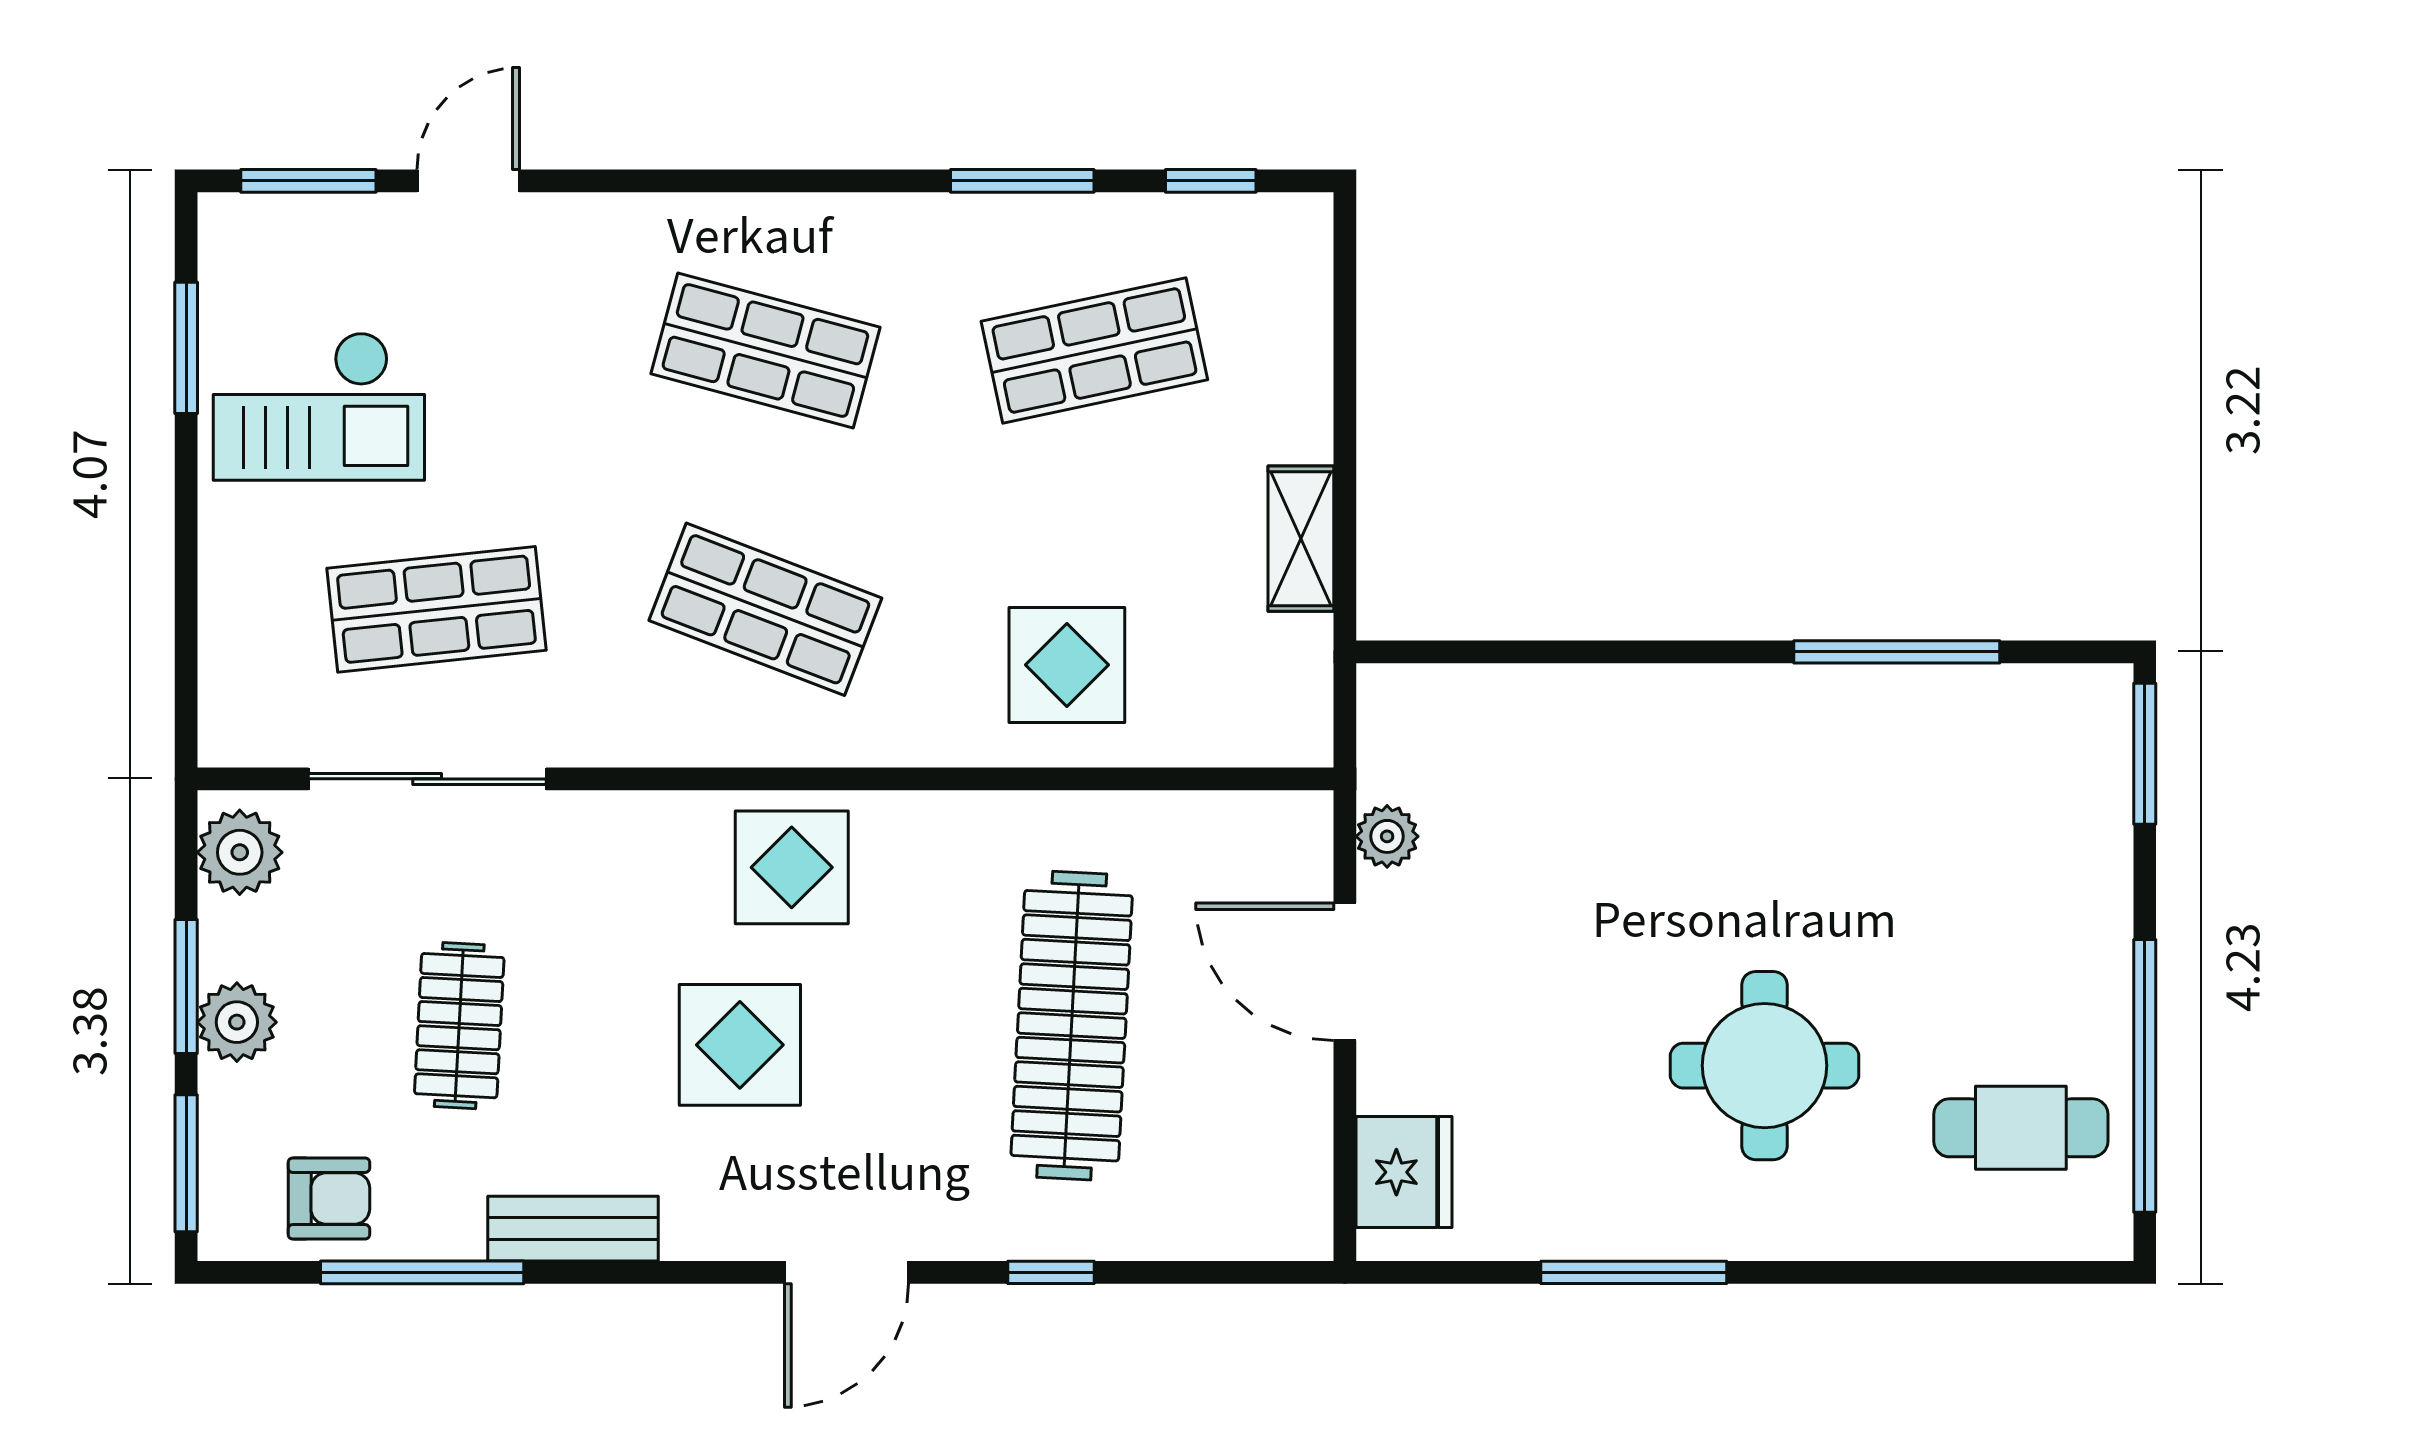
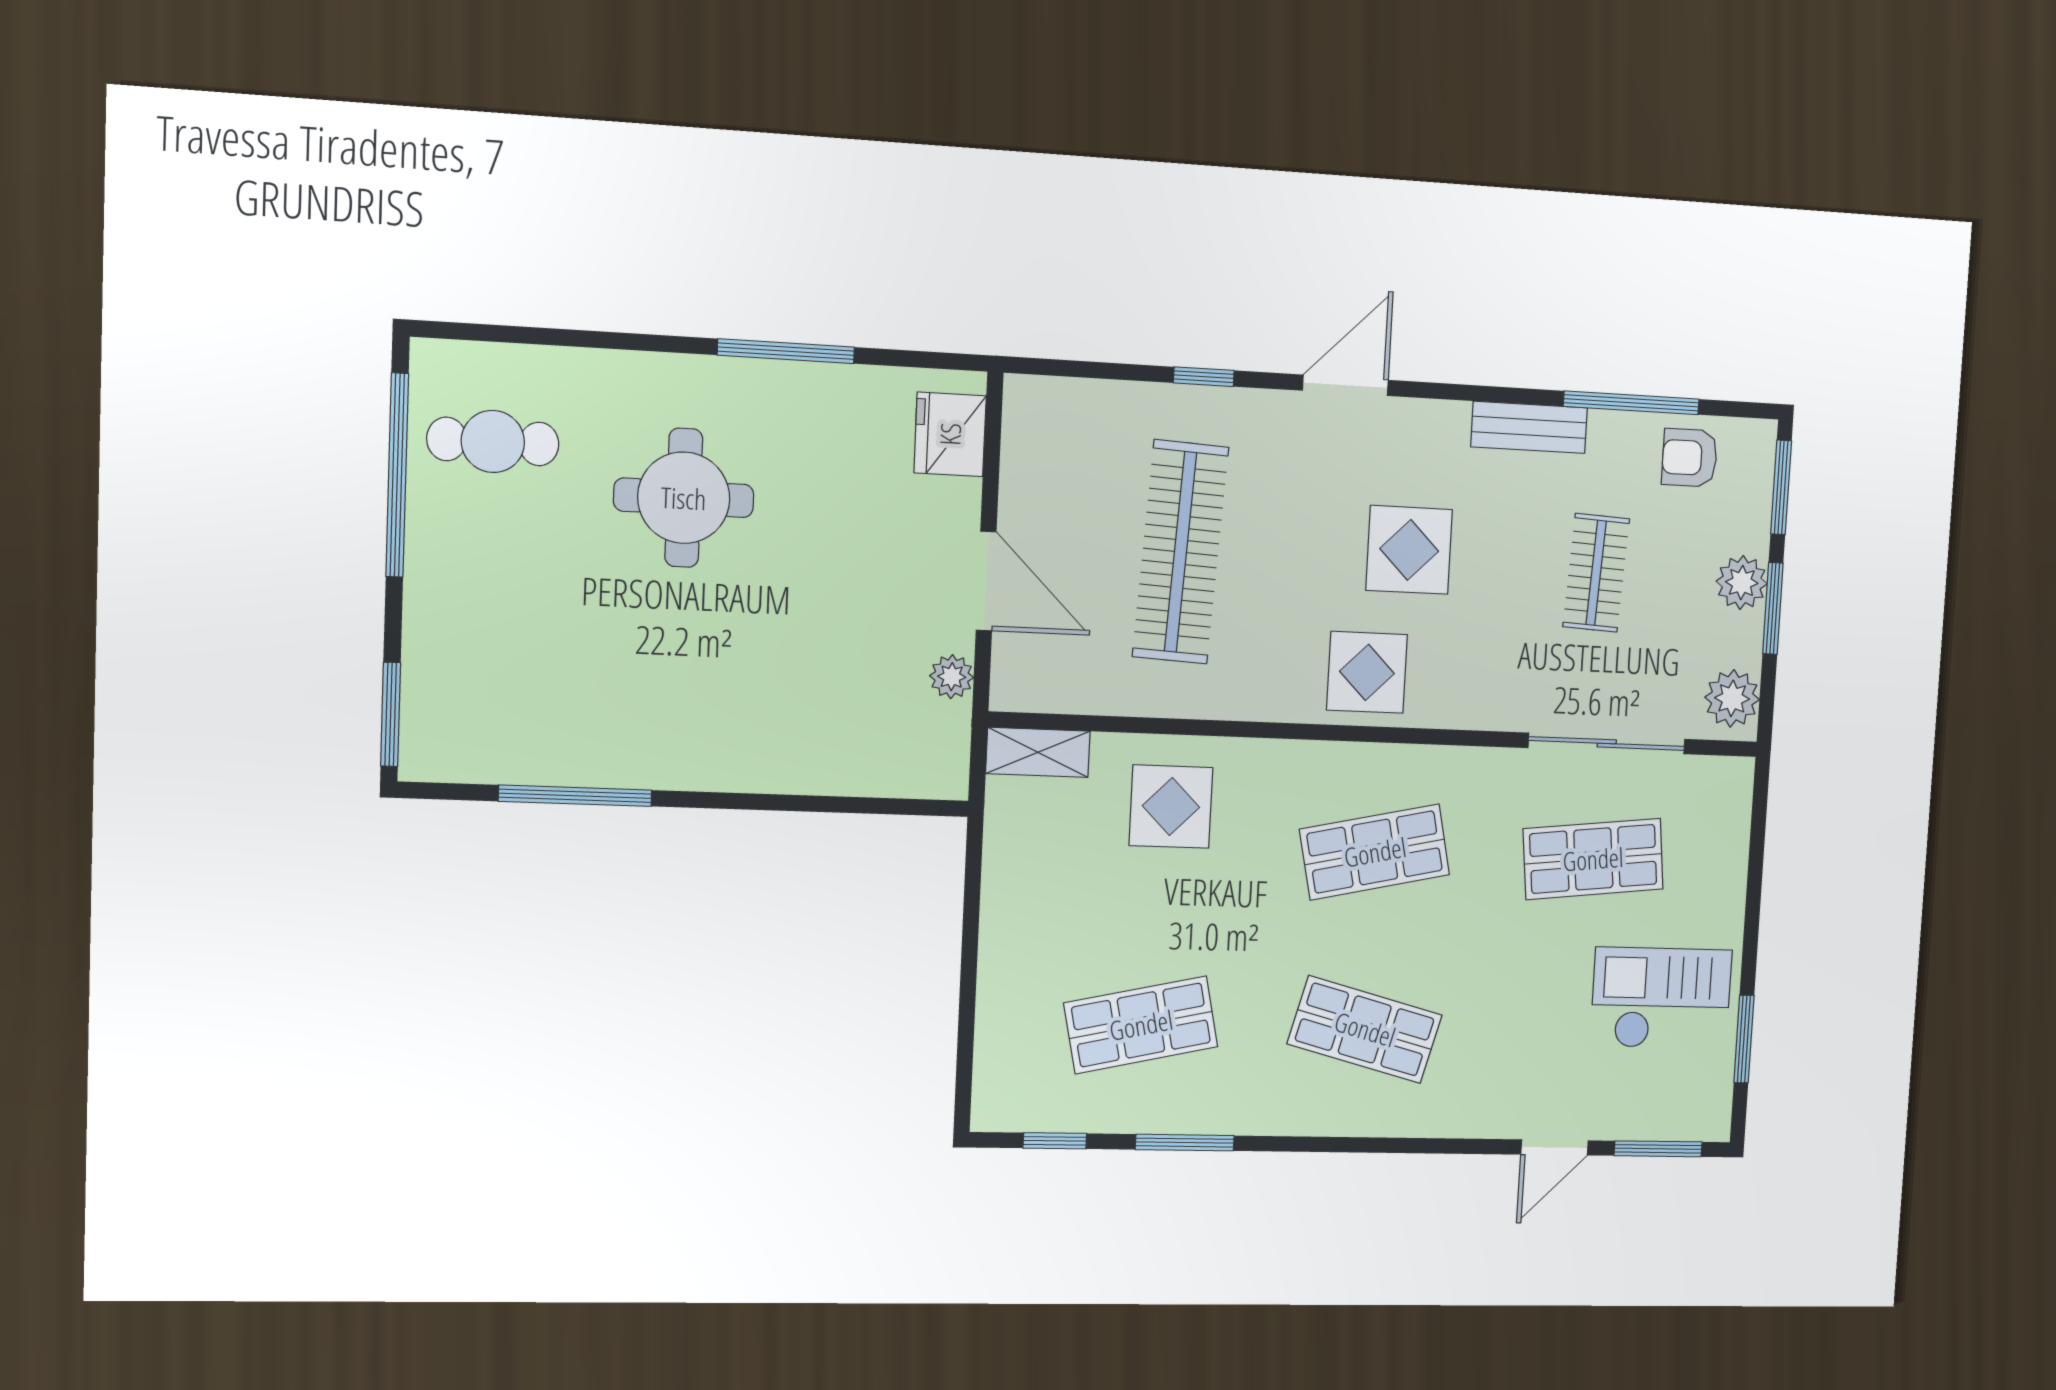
shelving: (1301, 539) -> (1038, 752), moved, turned 90
shop shelf: (765, 609) -> (1375, 852), turned -33

